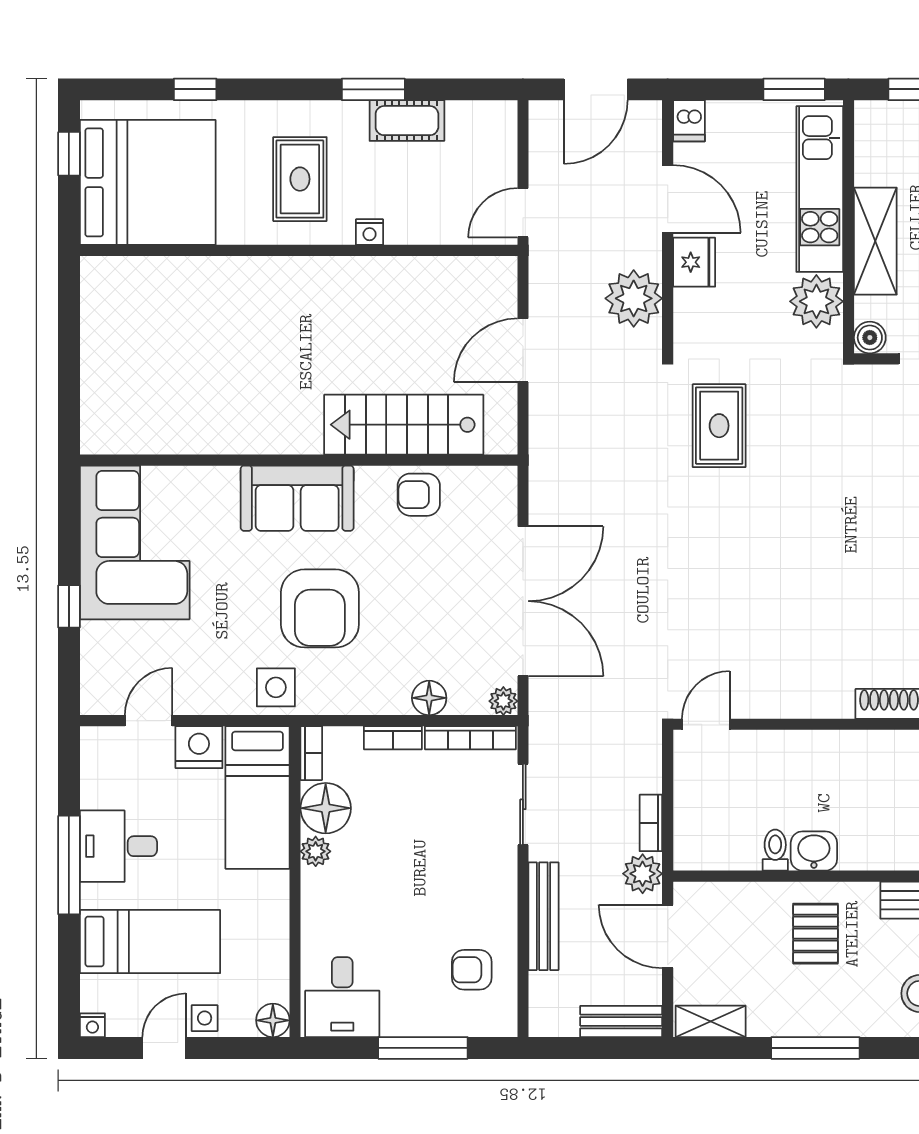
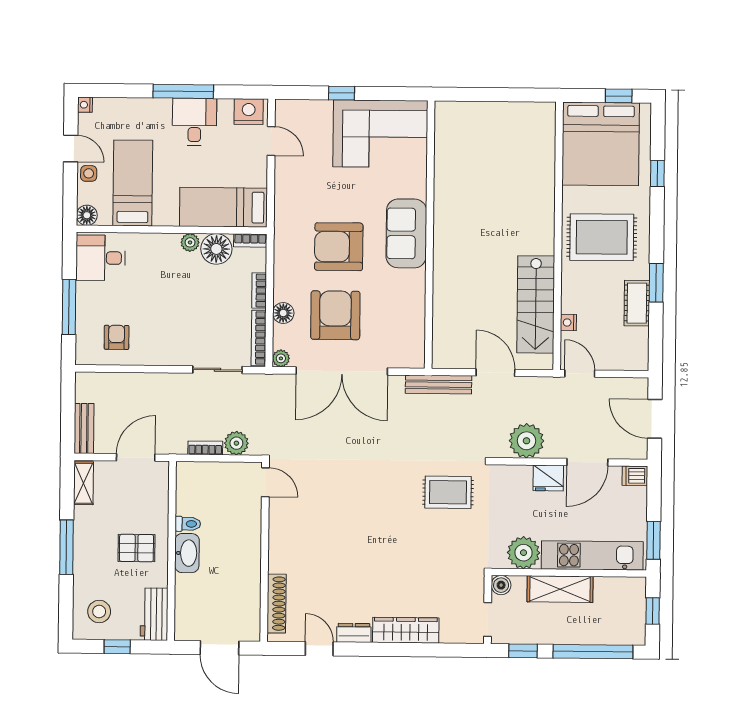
rug: (300, 179) -> (602, 237), width x1.36, depth x1.43
nightstand: (370, 232) -> (568, 323), moved
stairs: (404, 425) -> (536, 304), moved, turned 180
armchair: (419, 495) -> (335, 315), moved, width x1.88, depth x1.88
side table: (276, 687) -> (291, 219), removed
nightstand: (199, 747) -> (249, 112), moved, turned -90
washbasin: (814, 851) -> (187, 553), width x1.38
plant: (643, 874) -> (236, 443), moved
bench: (543, 916) -> (438, 385), moved
bed: (150, 942) -> (133, 183), moved, turned 180

